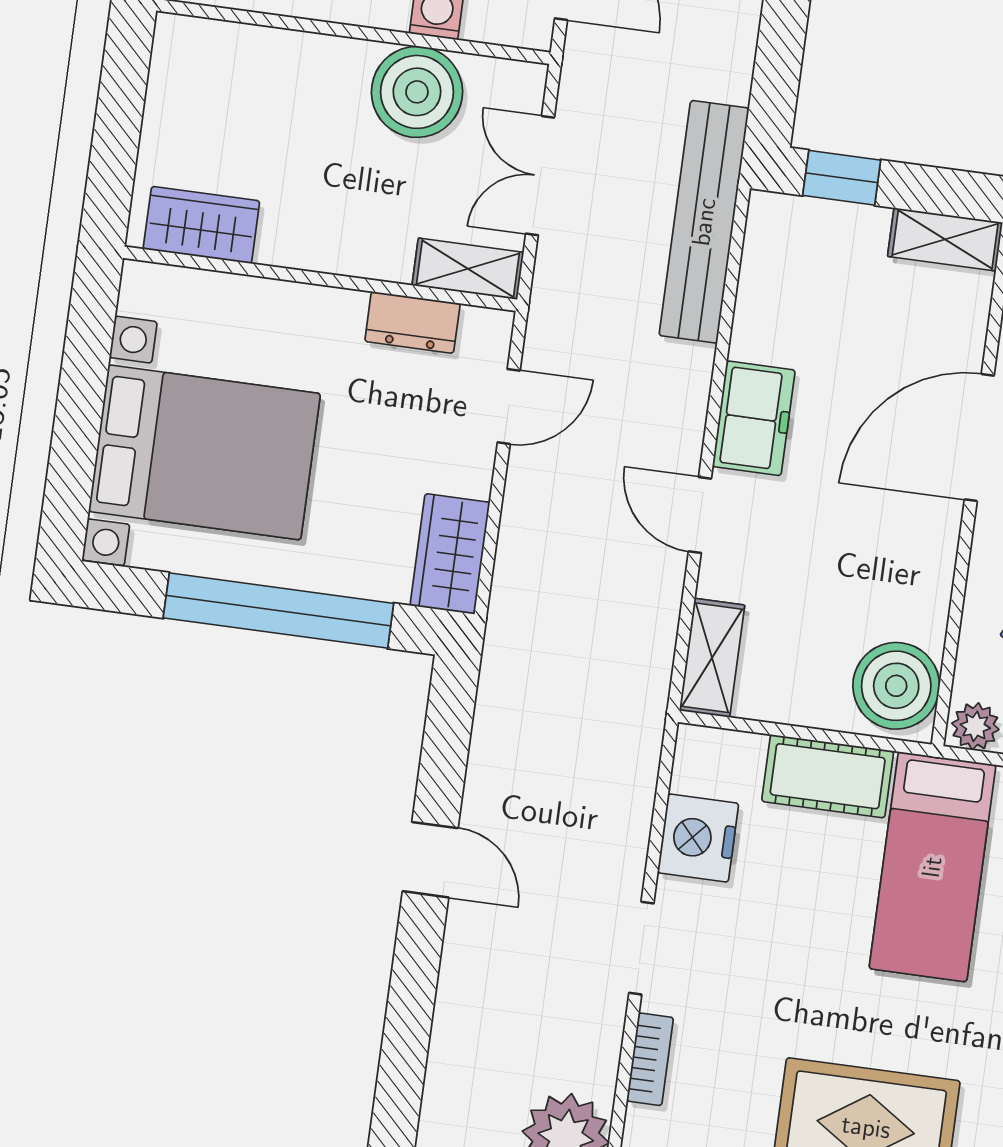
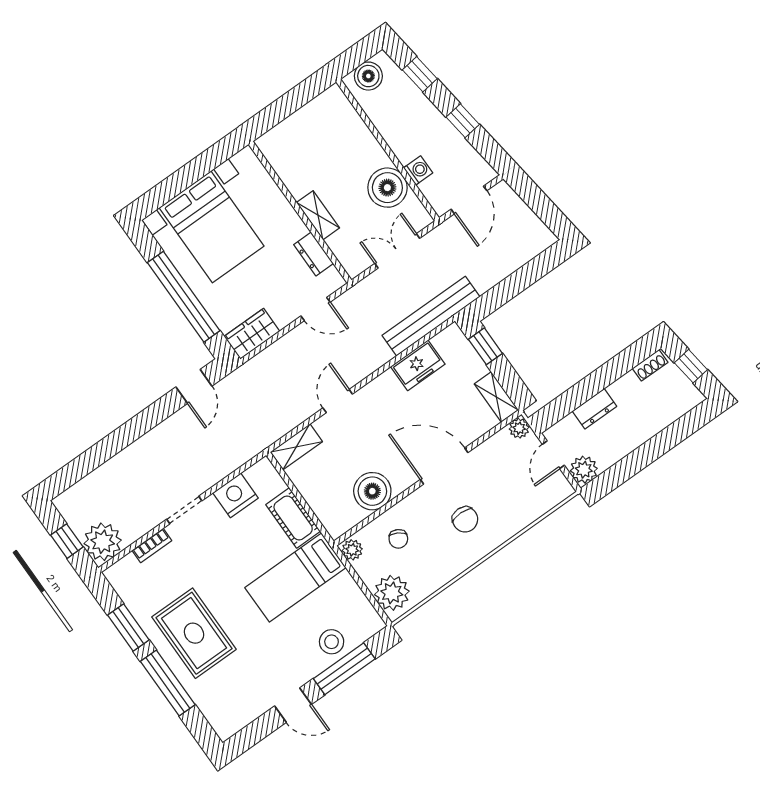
wardrobe: (201, 225) -> (282, 159), removed
shelving: (468, 269) -> (318, 215), moved
freezer: (754, 418) -> (418, 365), moved
boiler: (896, 686) -> (372, 491), moved
door: (430, 860) -> (194, 386), moved

